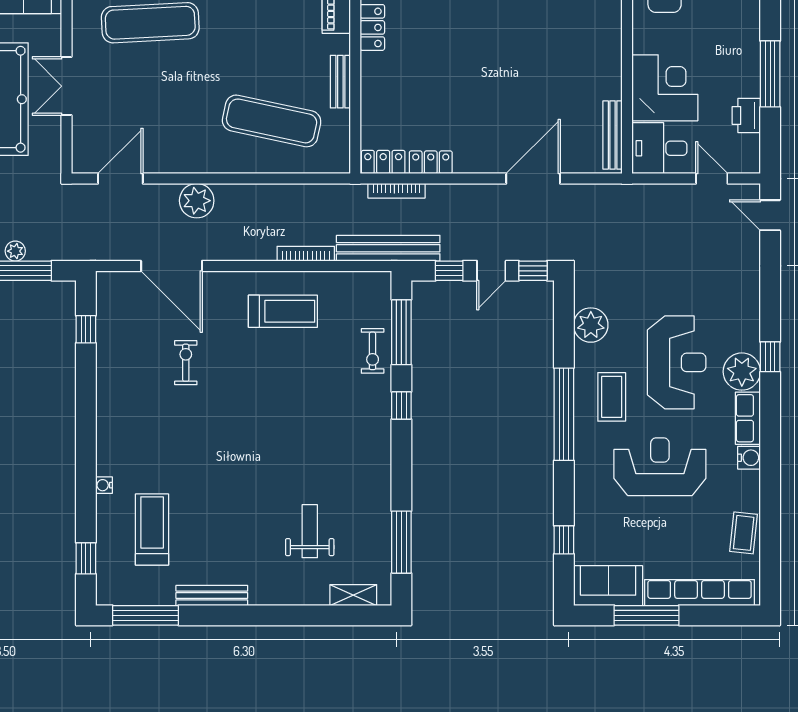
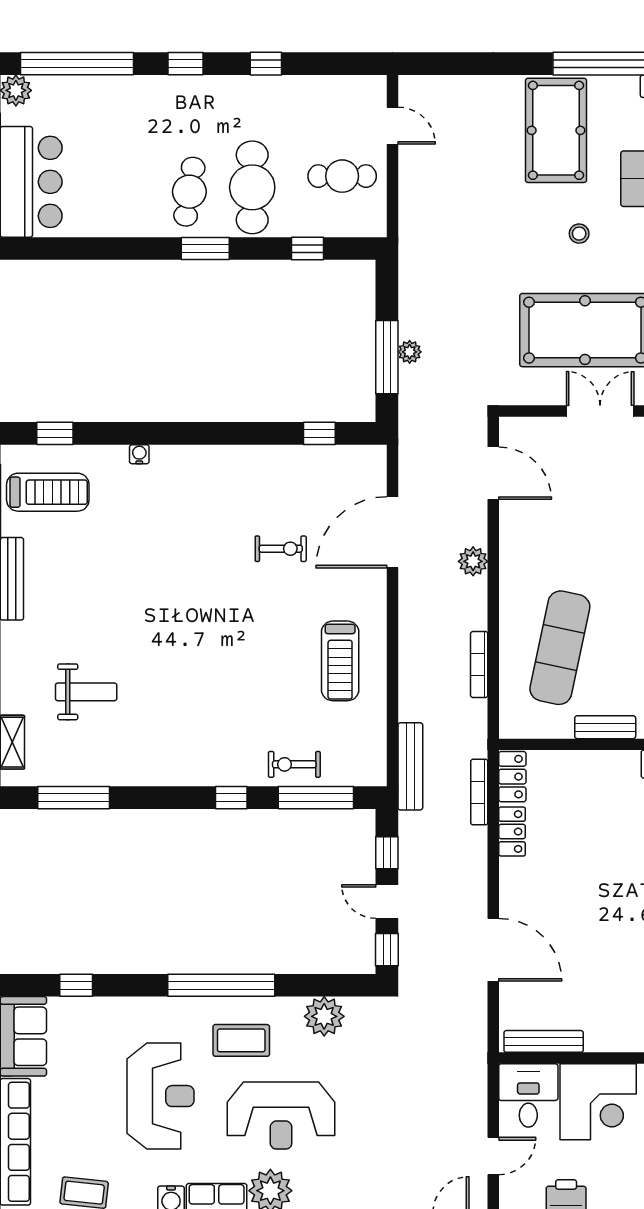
plant: (197, 201) -> (473, 561), width x0.73, depth x0.73
bench: (388, 248) -> (410, 766), width x0.73, depth x0.82
bookcase: (306, 254) -> (479, 664), moved, turned 180
treadmill: (152, 530) -> (48, 492), moved

